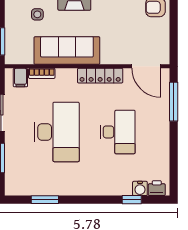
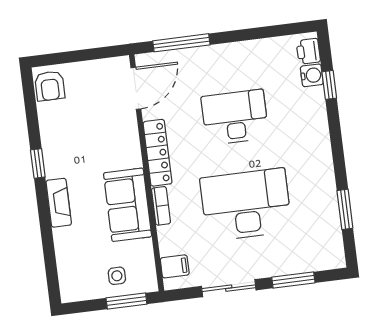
side table: (37, 14) -> (117, 276), moved
sofa: (67, 51) -> (128, 205), width x0.73
bookcase: (42, 73) -> (161, 206), moved

